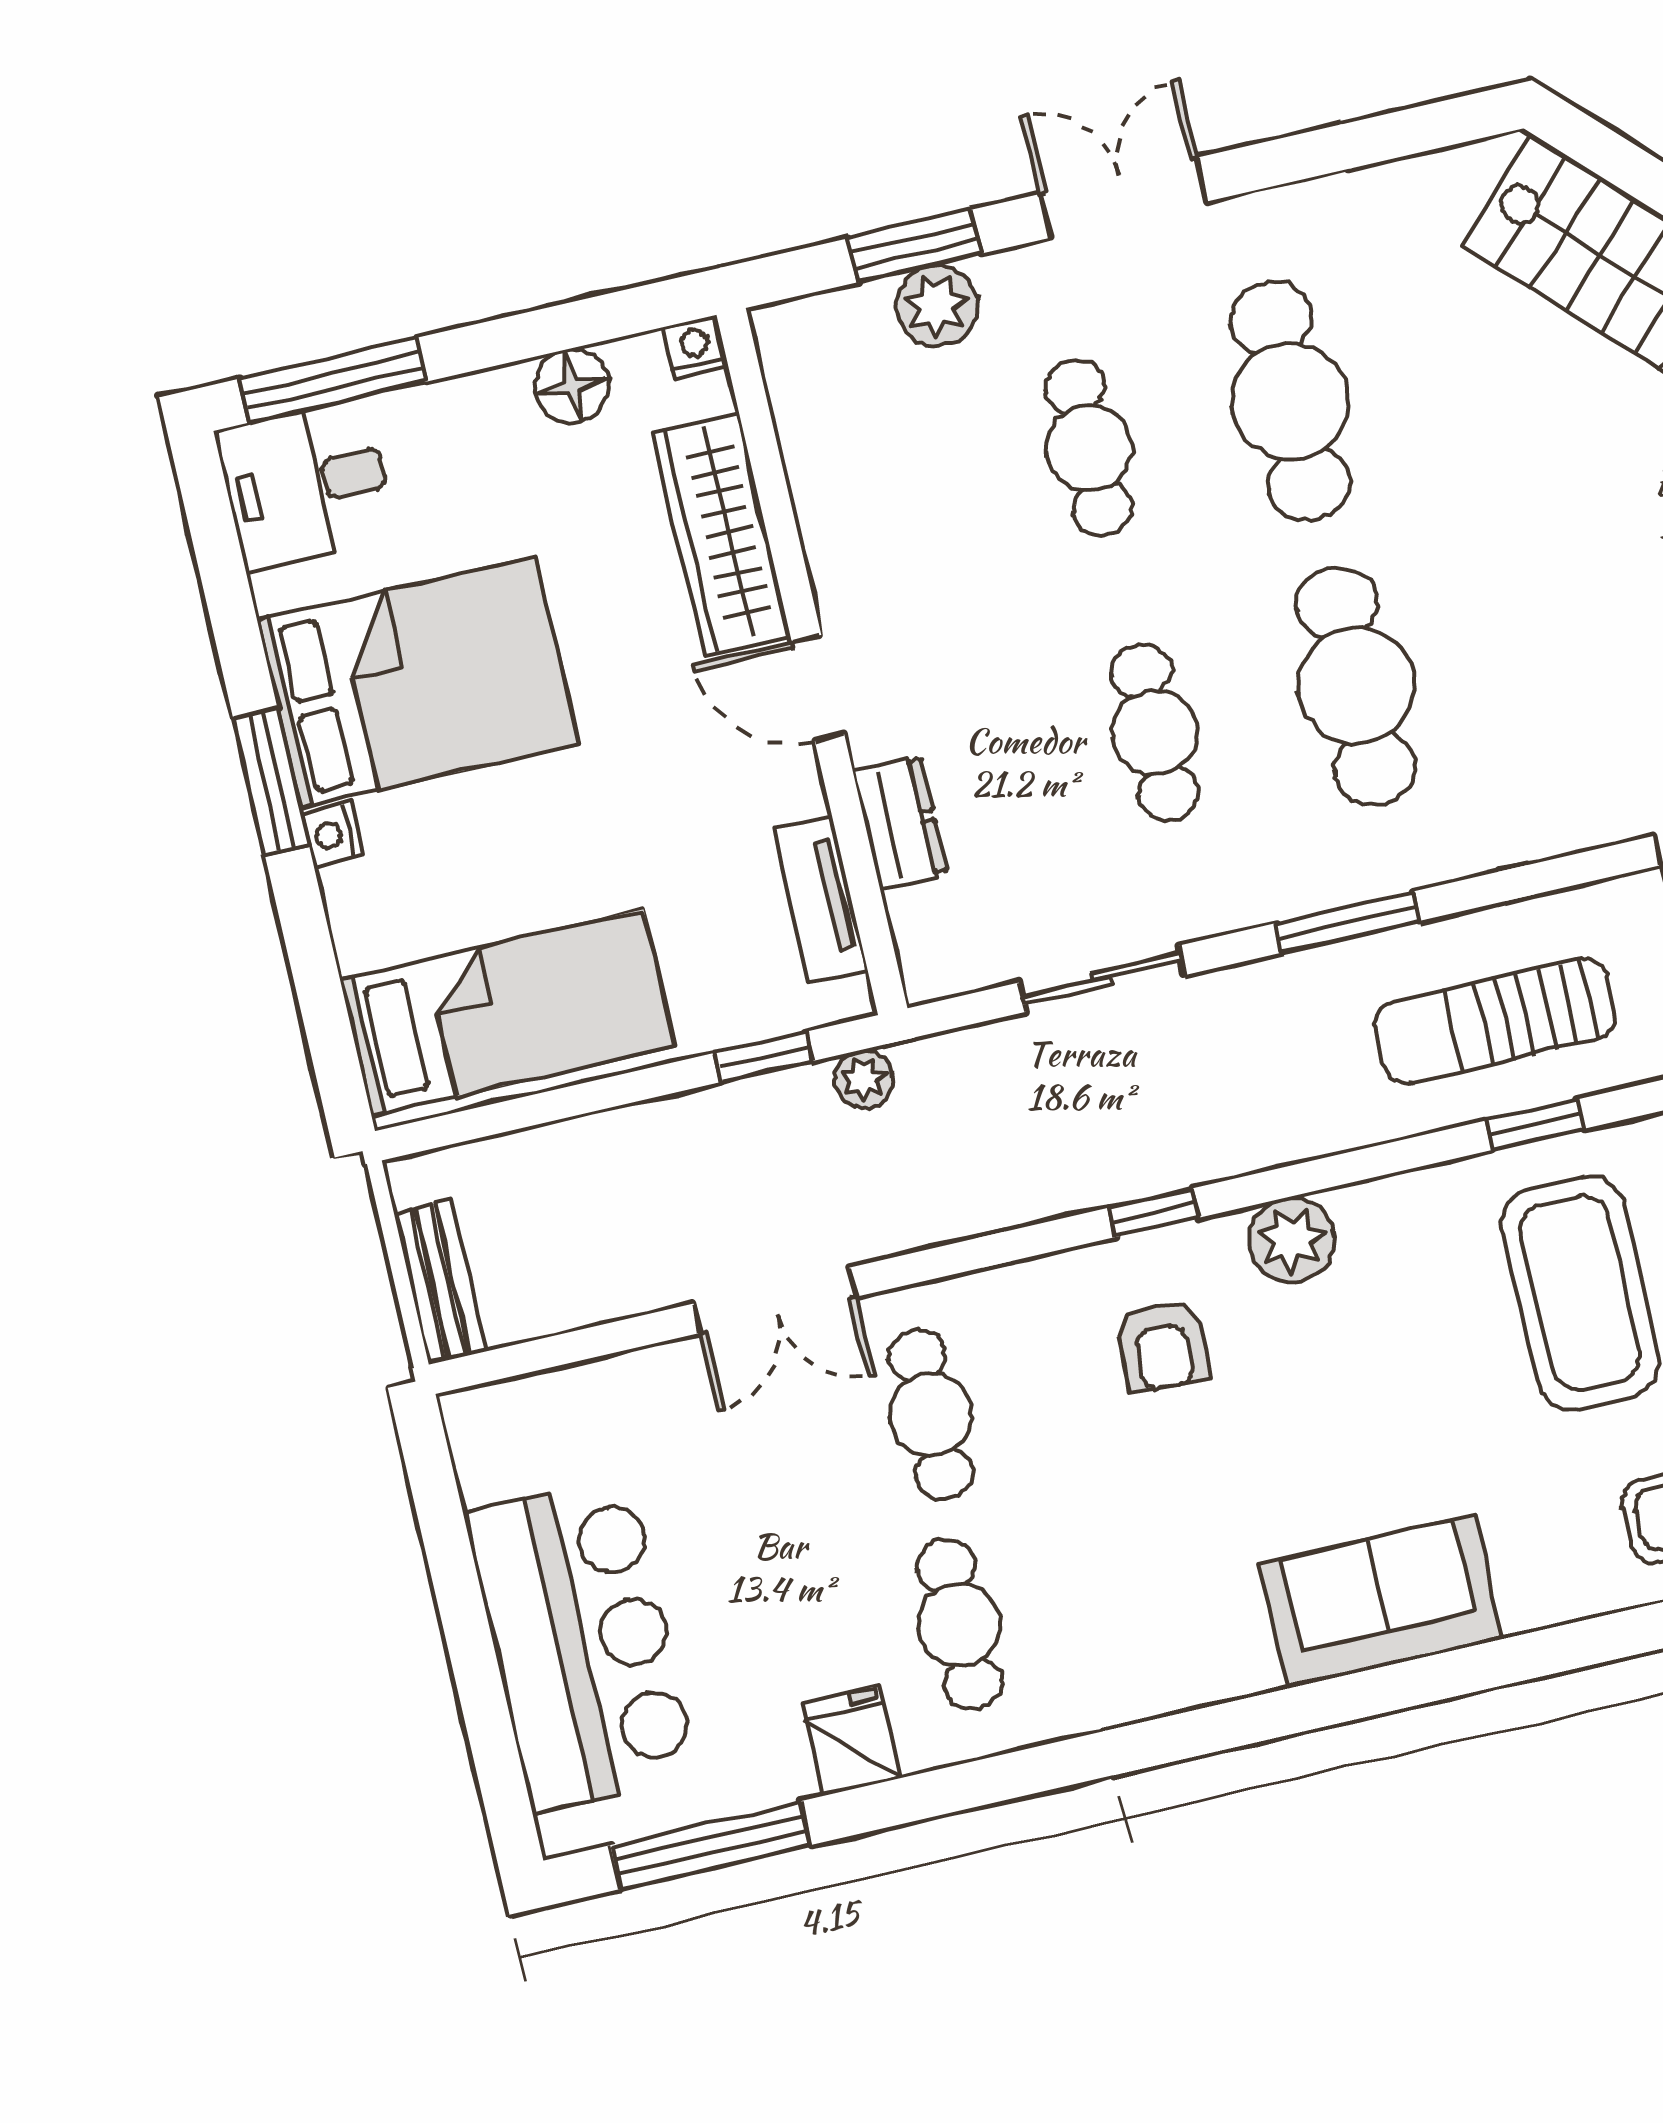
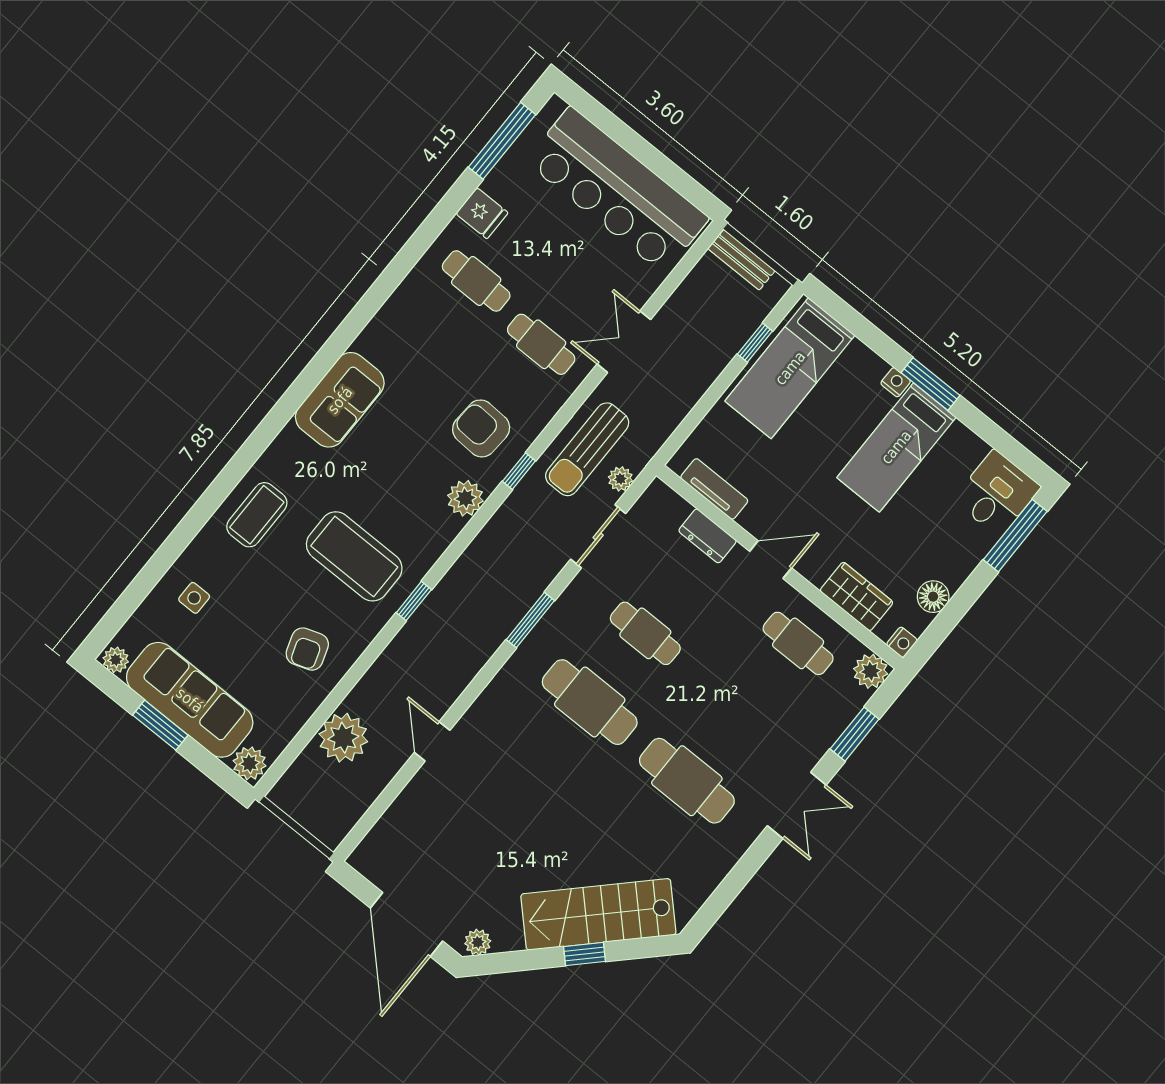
plant: (937, 306) -> (871, 671), moved
cafe table: (1089, 448) -> (798, 643), moved
wardrobe: (722, 534) -> (856, 596), width x0.67
bed: (418, 682) -> (896, 447), width x0.67
sun lounger: (1495, 1021) -> (587, 449), moved, turned 180
window: (763, 1057) -> (755, 343), moved
plant: (864, 1079) -> (620, 479), moved
armchair: (1162, 1346) -> (481, 428), width x1.38, depth x1.38
bar counter: (581, 1644) -> (617, 190), width x1.36

